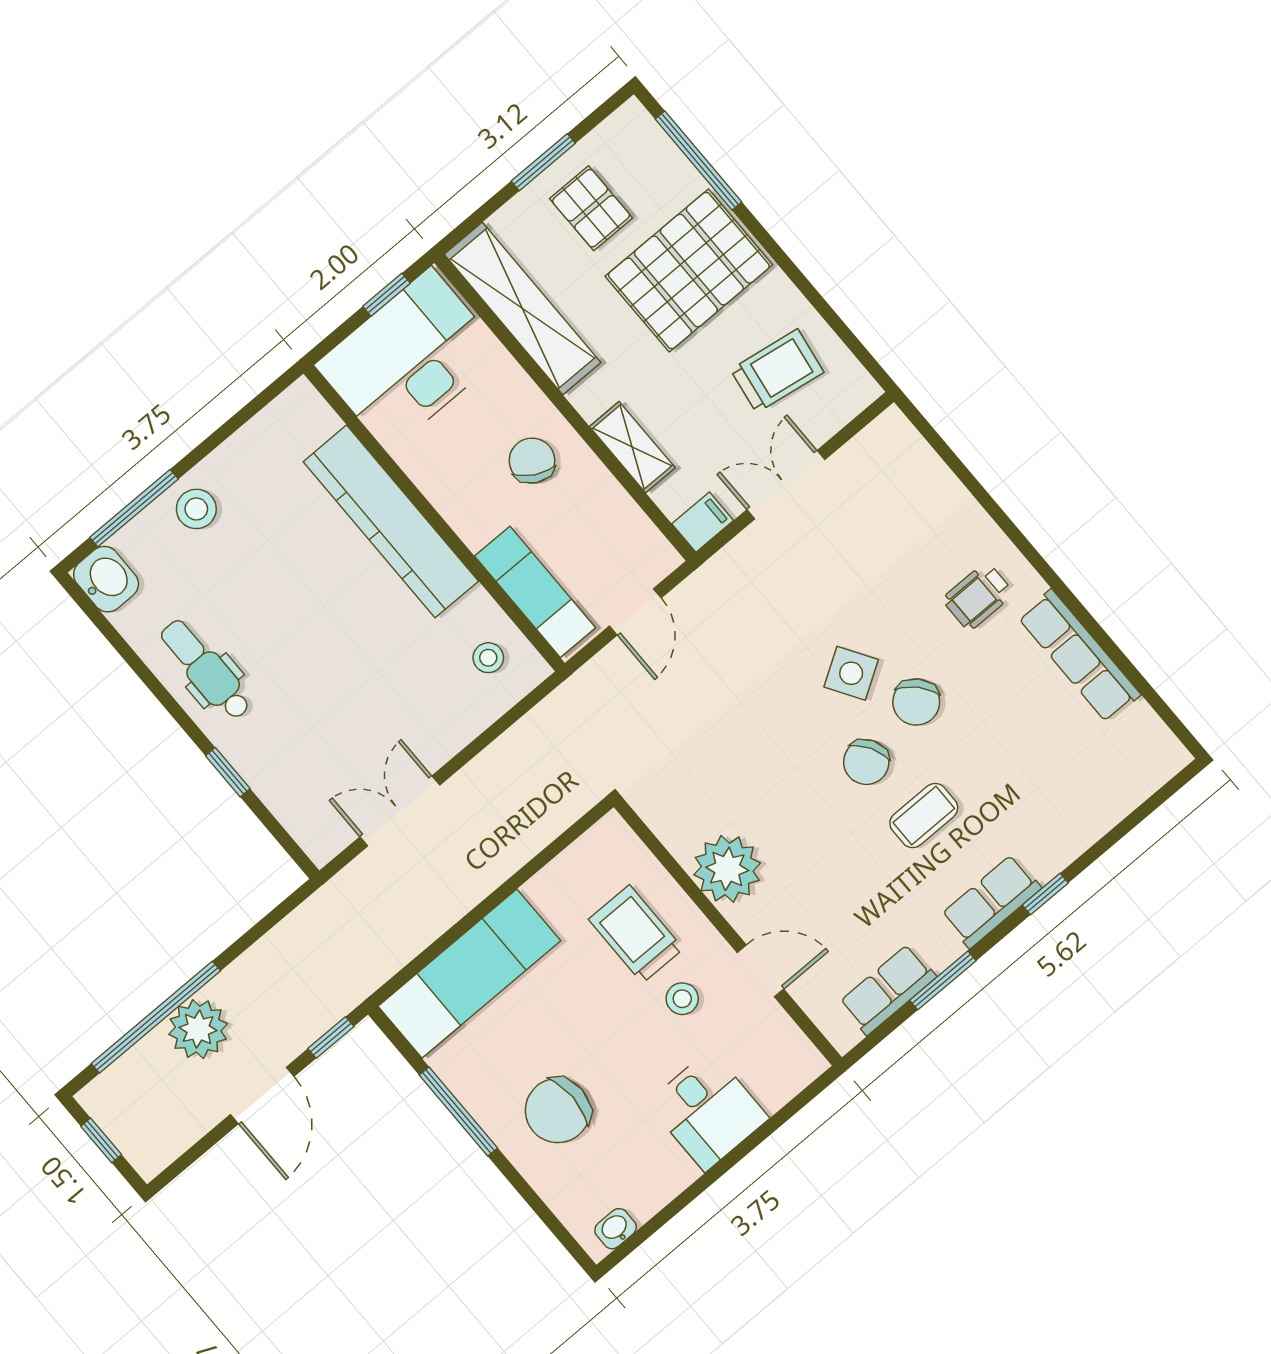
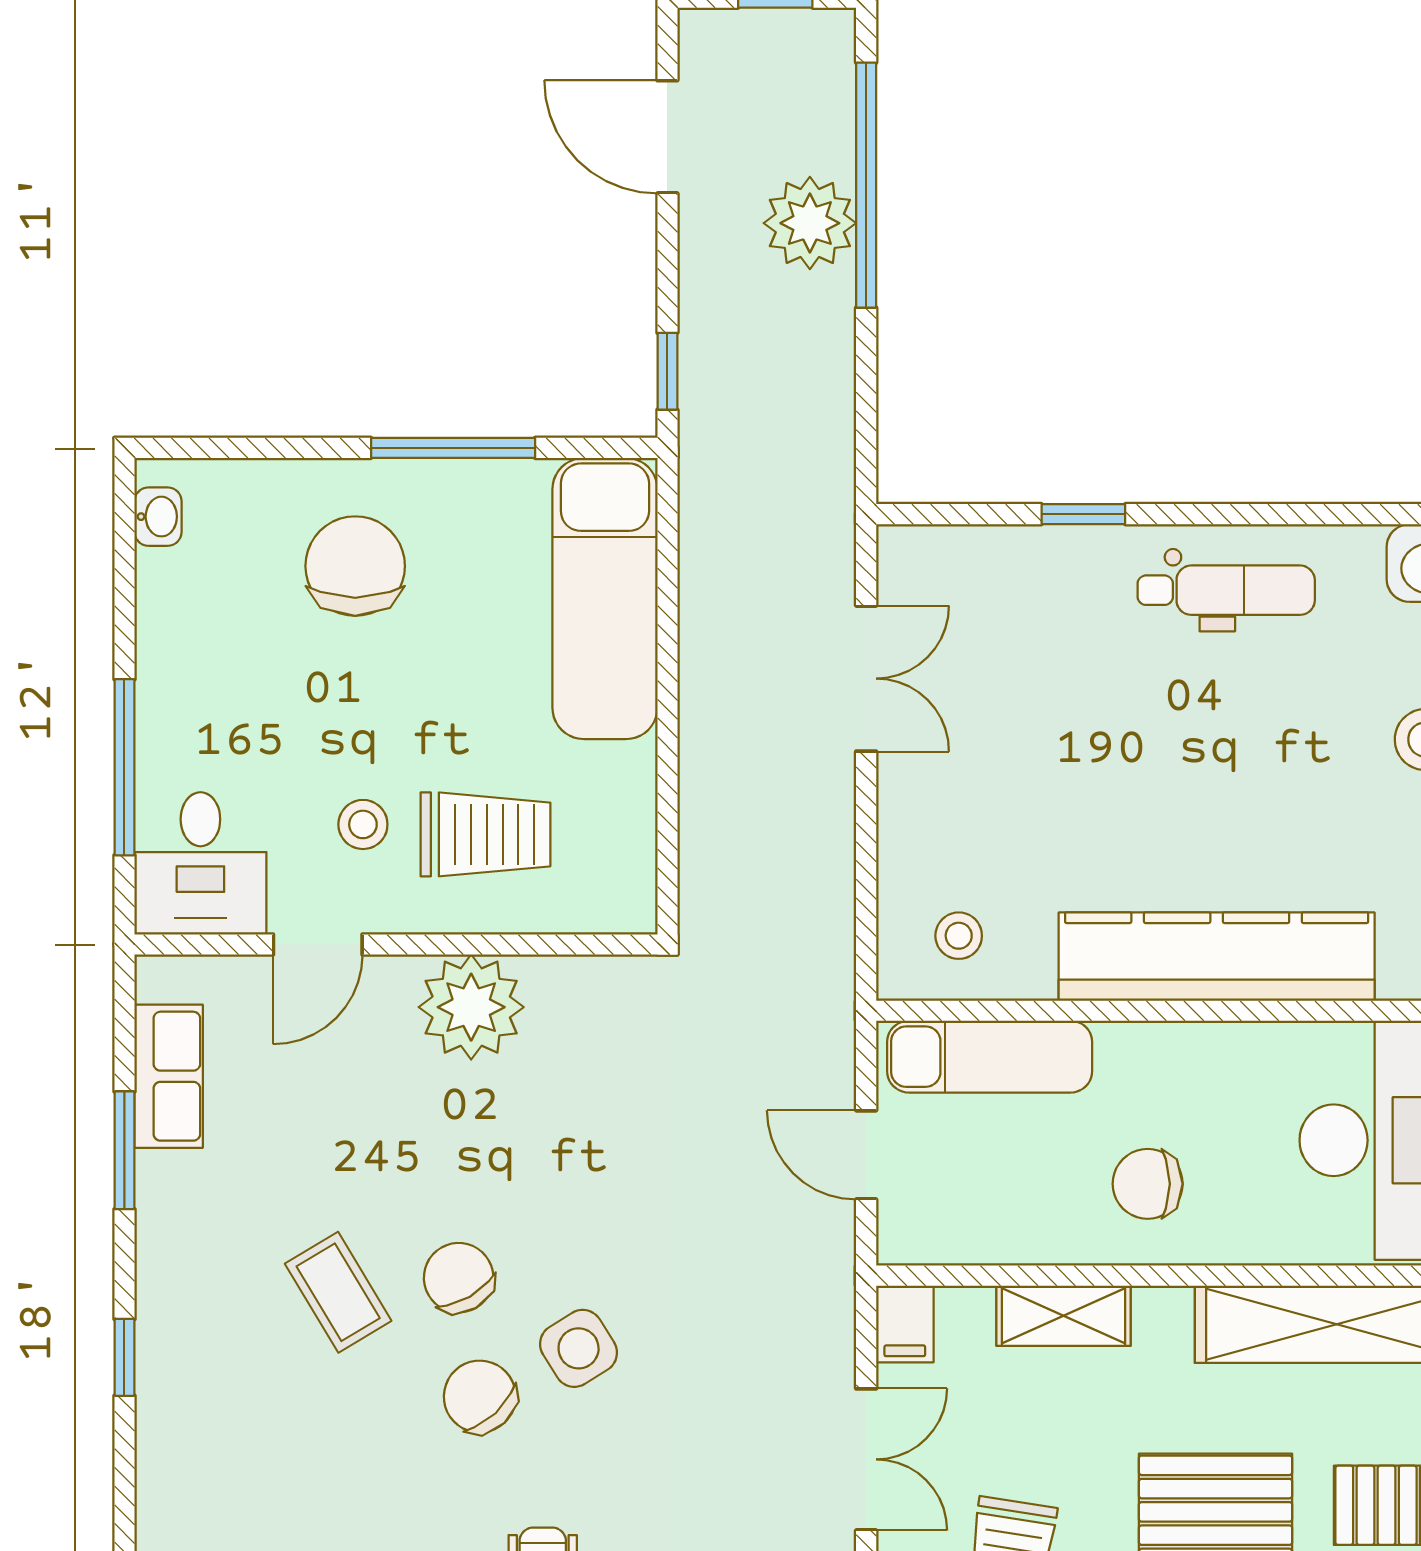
chair: (532, 461) -> (1148, 1184), turned 151
coffee table: (924, 816) -> (338, 1292), turned -31
row of seats: (991, 901) -> (170, 1286), removed
door: (262, 1095) -> (667, 137), moved
desk: (708, 1110) -> (200, 863), moved, turned -90
window: (754, 1141) -> (124, 767), added

